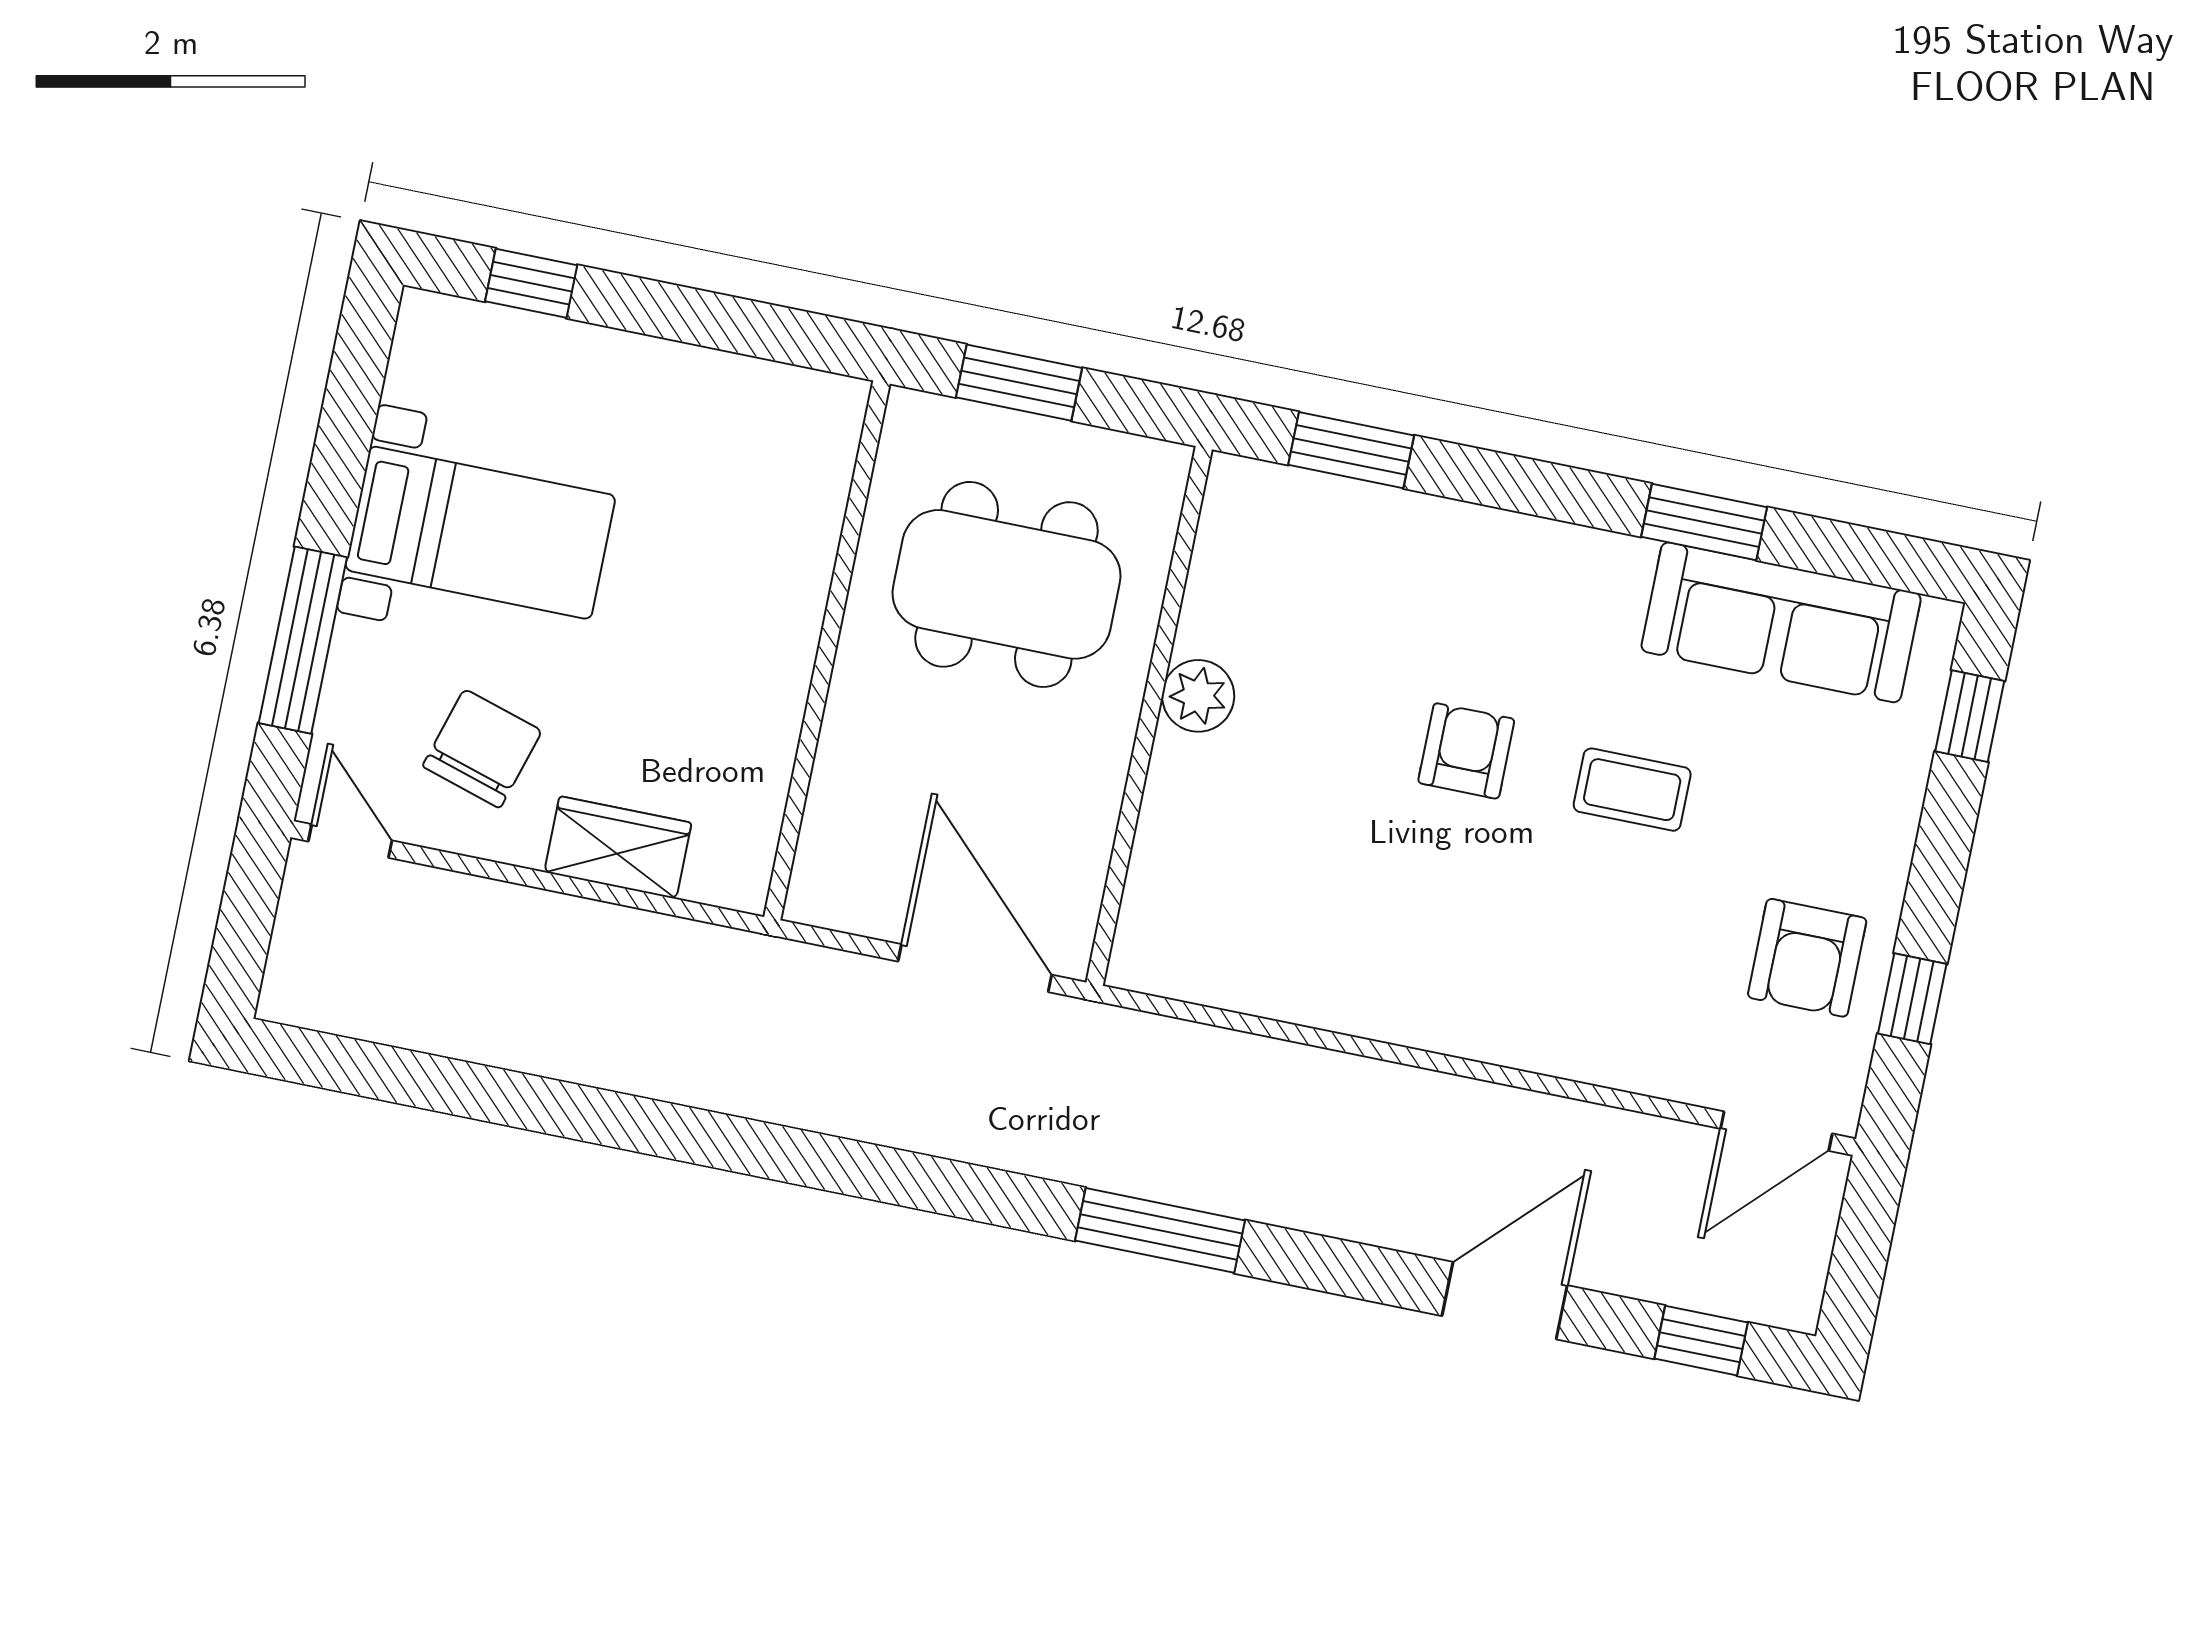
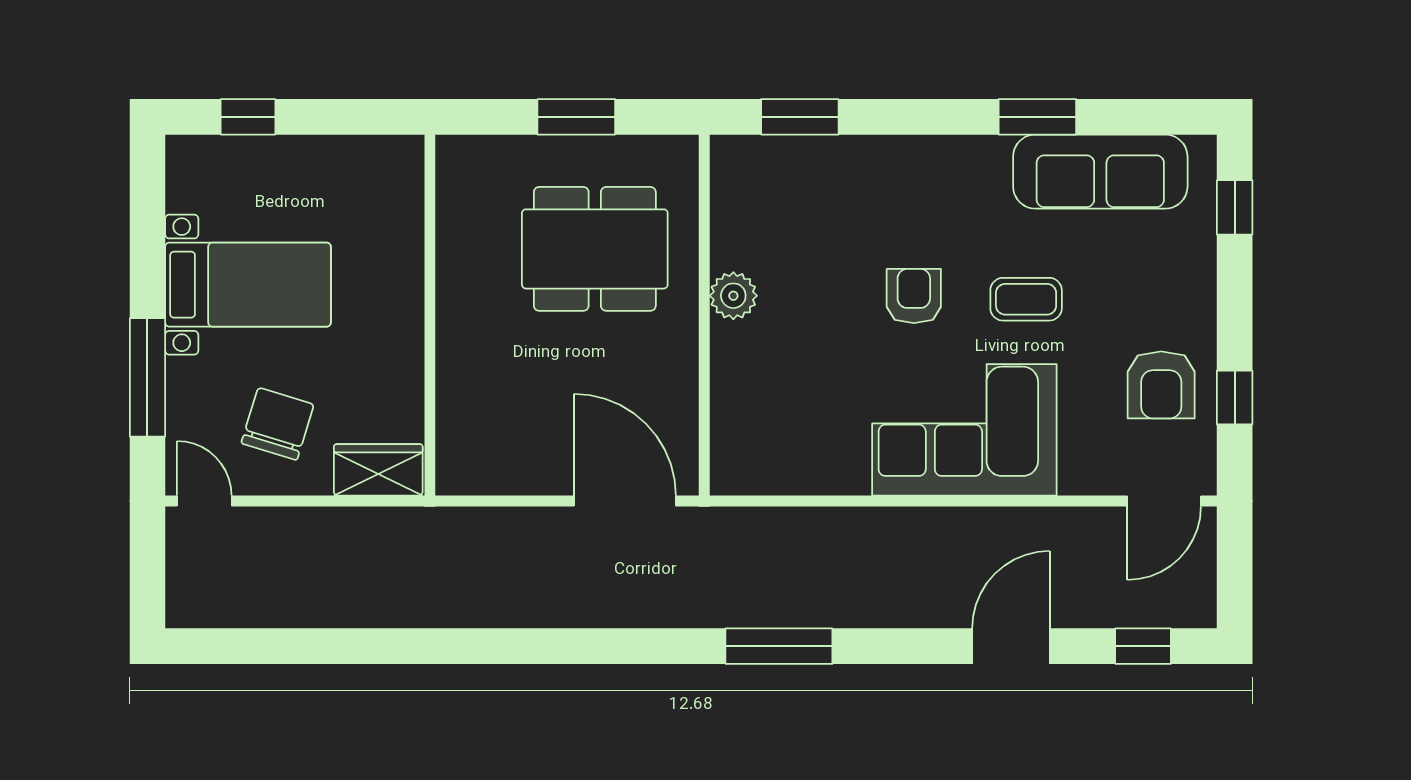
wall: (827, 650) -> (430, 315), moved
corner sofa: (1501, 965) -> (964, 430), added

